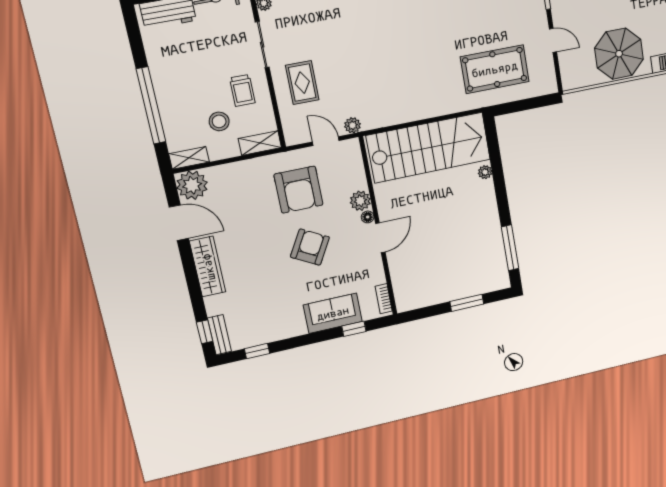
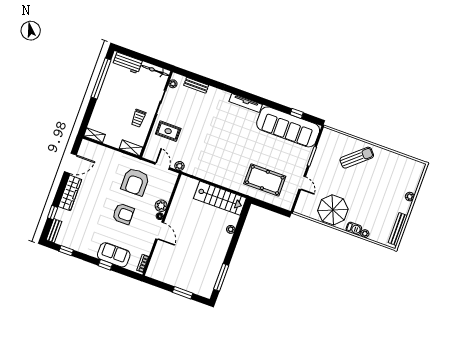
rug: (302, 83) -> (168, 131), turned 90
window: (151, 105) -> (101, 78), moved
stool: (219, 121) -> (119, 126), removed
stairs: (429, 148) -> (220, 198), width x0.73, depth x0.66
plant: (192, 185) -> (88, 149), removed
door: (179, 223) -> (70, 163), hinge flipped
door: (380, 238) -> (160, 231), hinge flipped
armchair: (310, 247) -> (123, 214), turned 61
window: (354, 329) -> (105, 265), moved
window: (205, 332) -> (53, 213), moved

